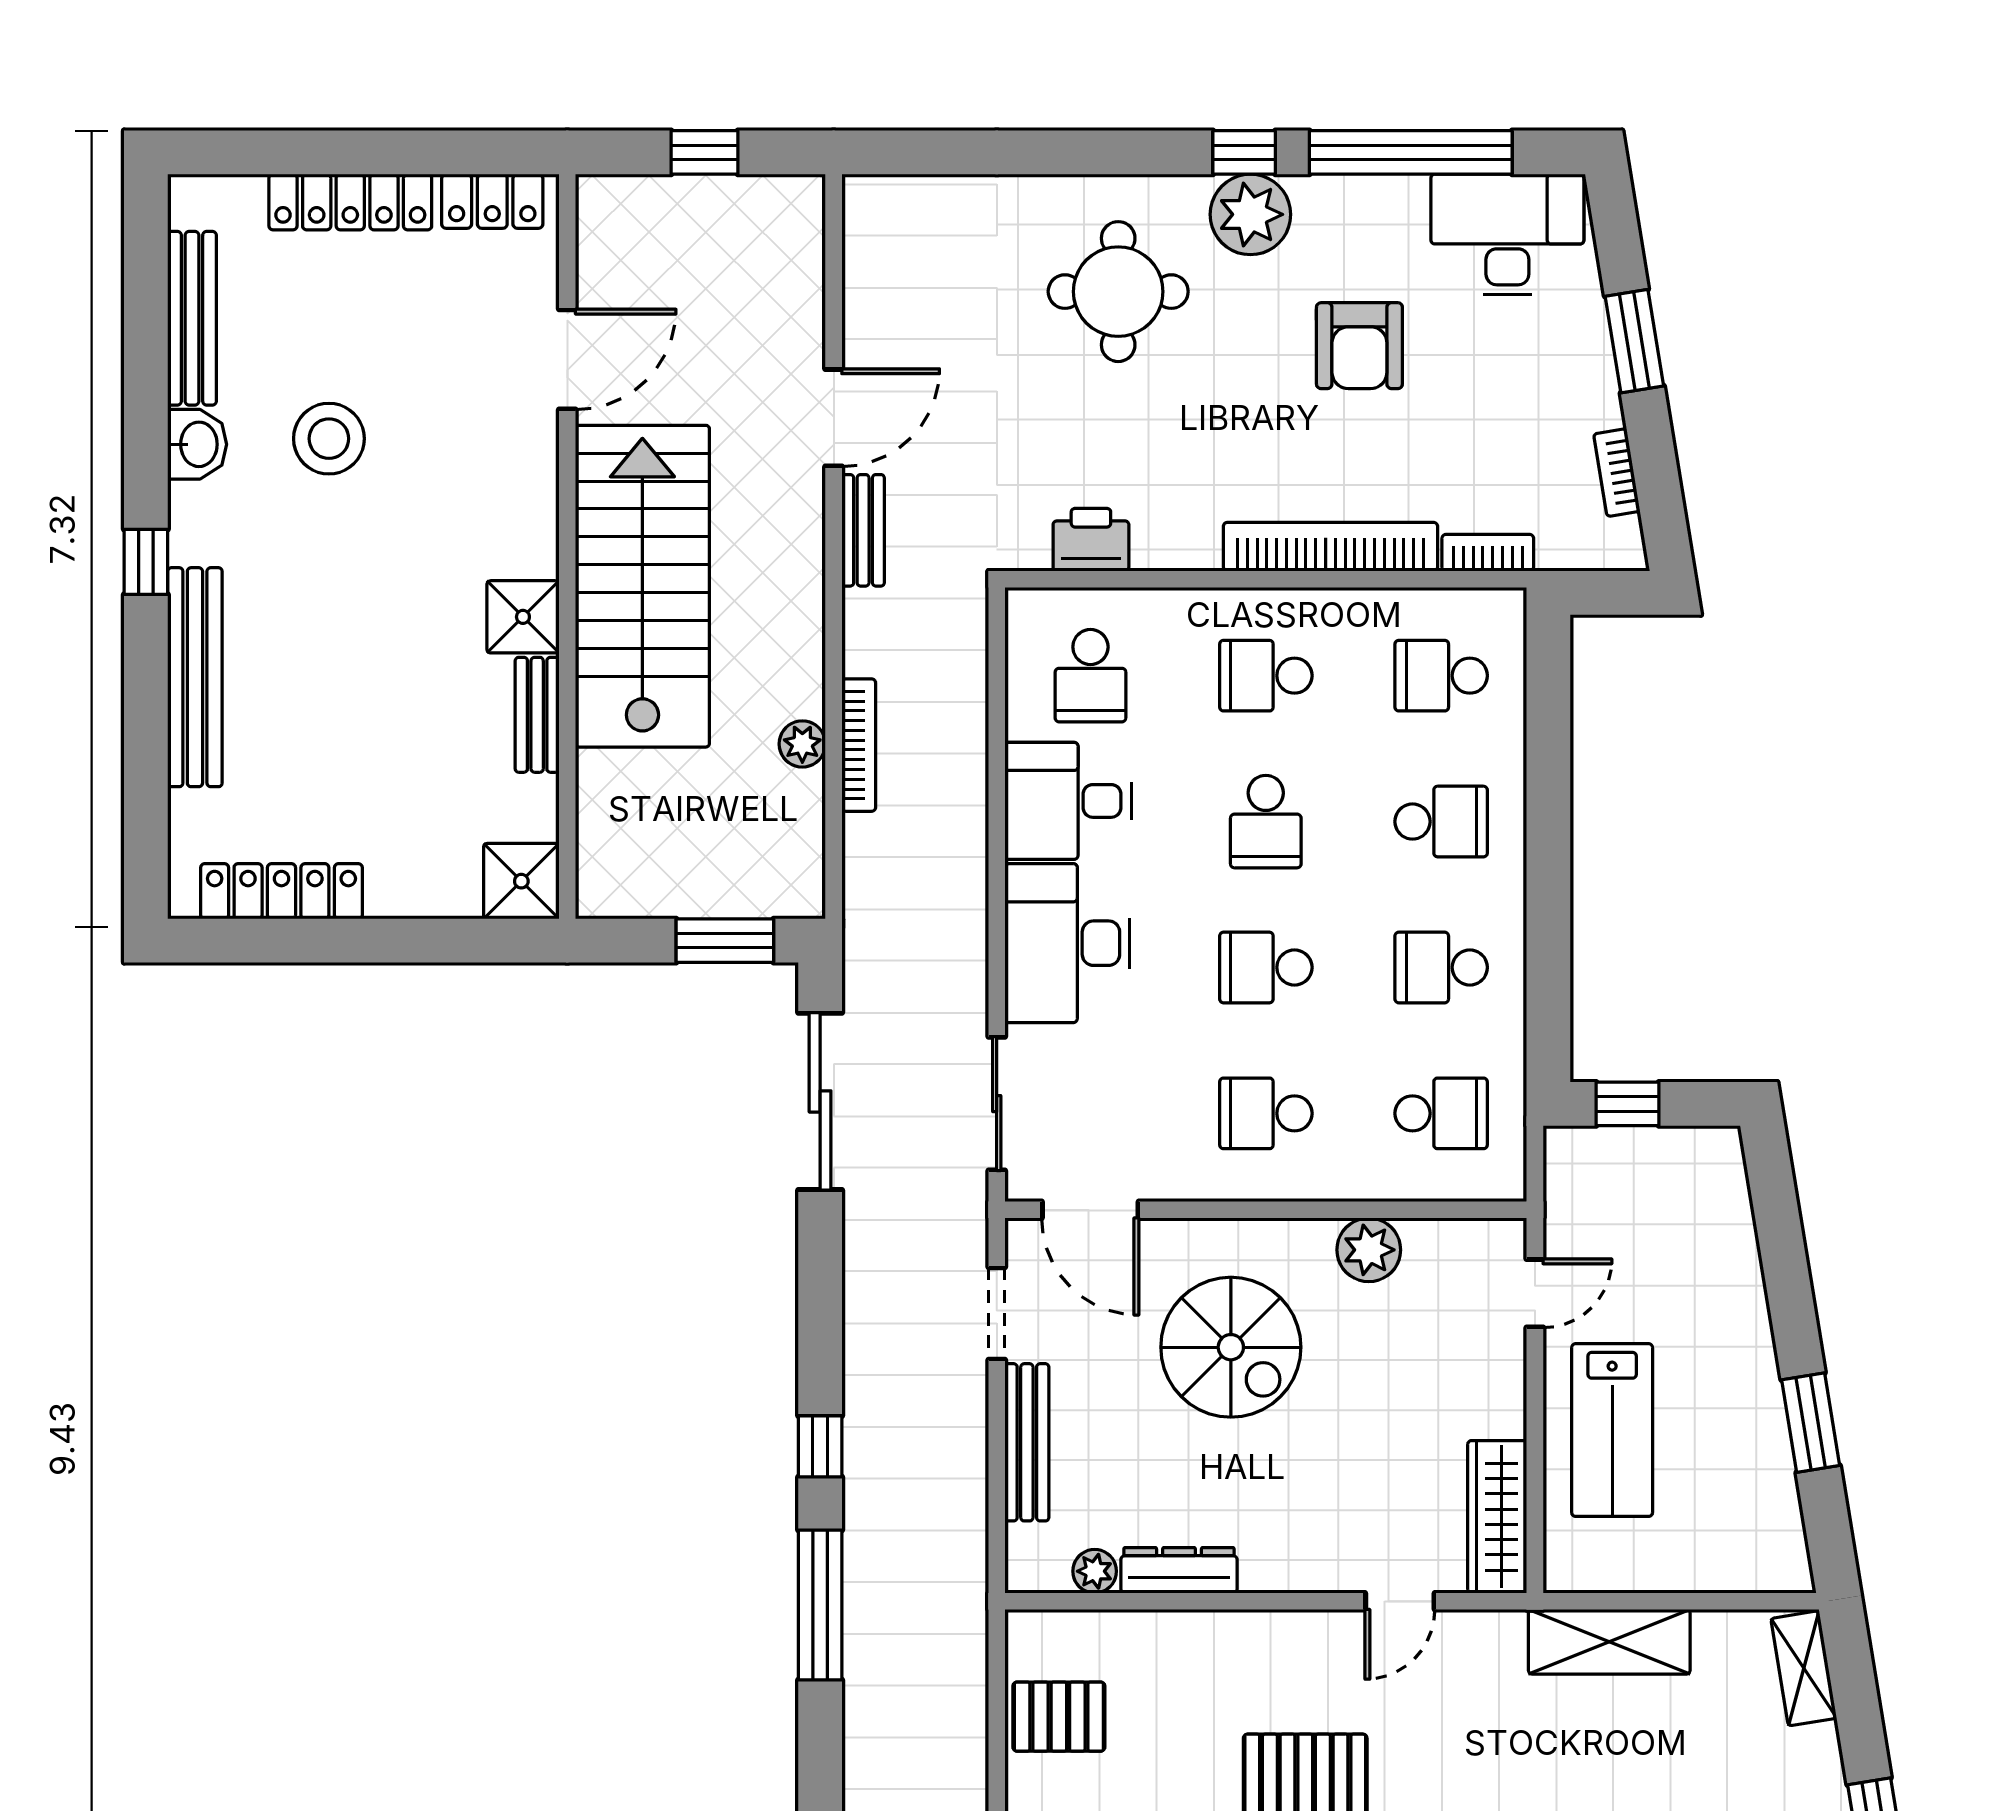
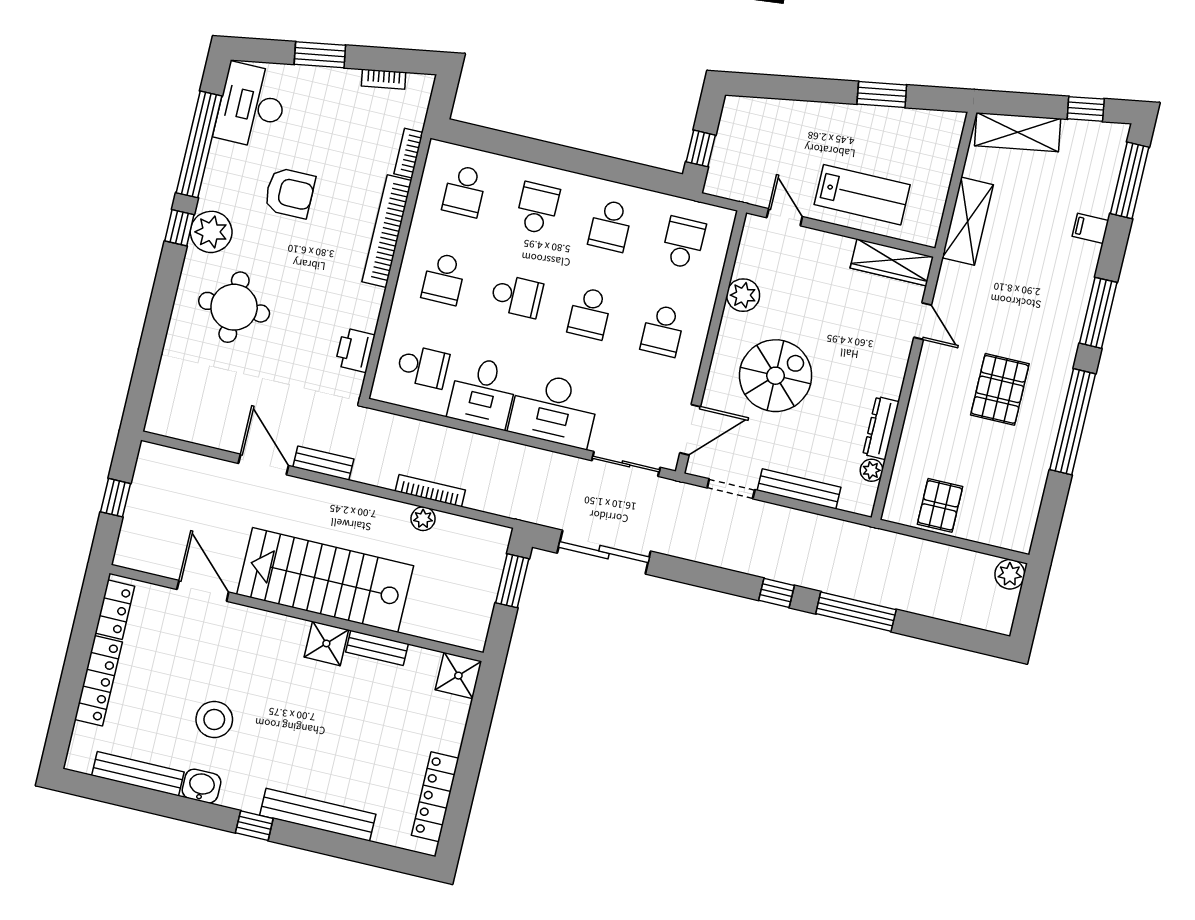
shelving: (1804, 1668) -> (1018, 132), width x1.50, depth x1.33

